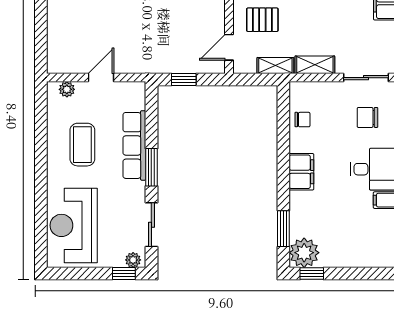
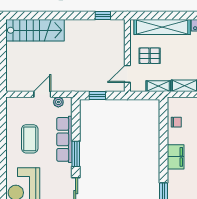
plant: (67, 89) -> (58, 102), moved

